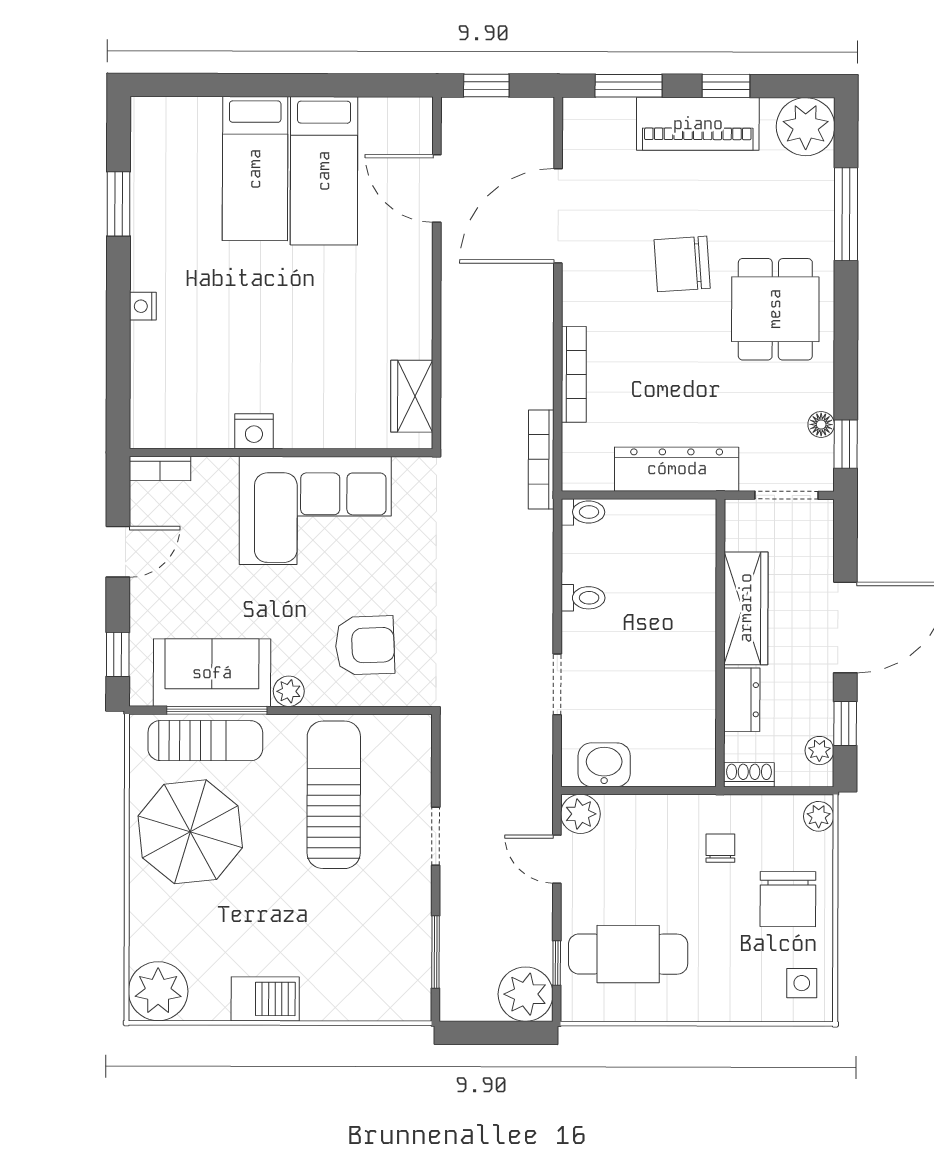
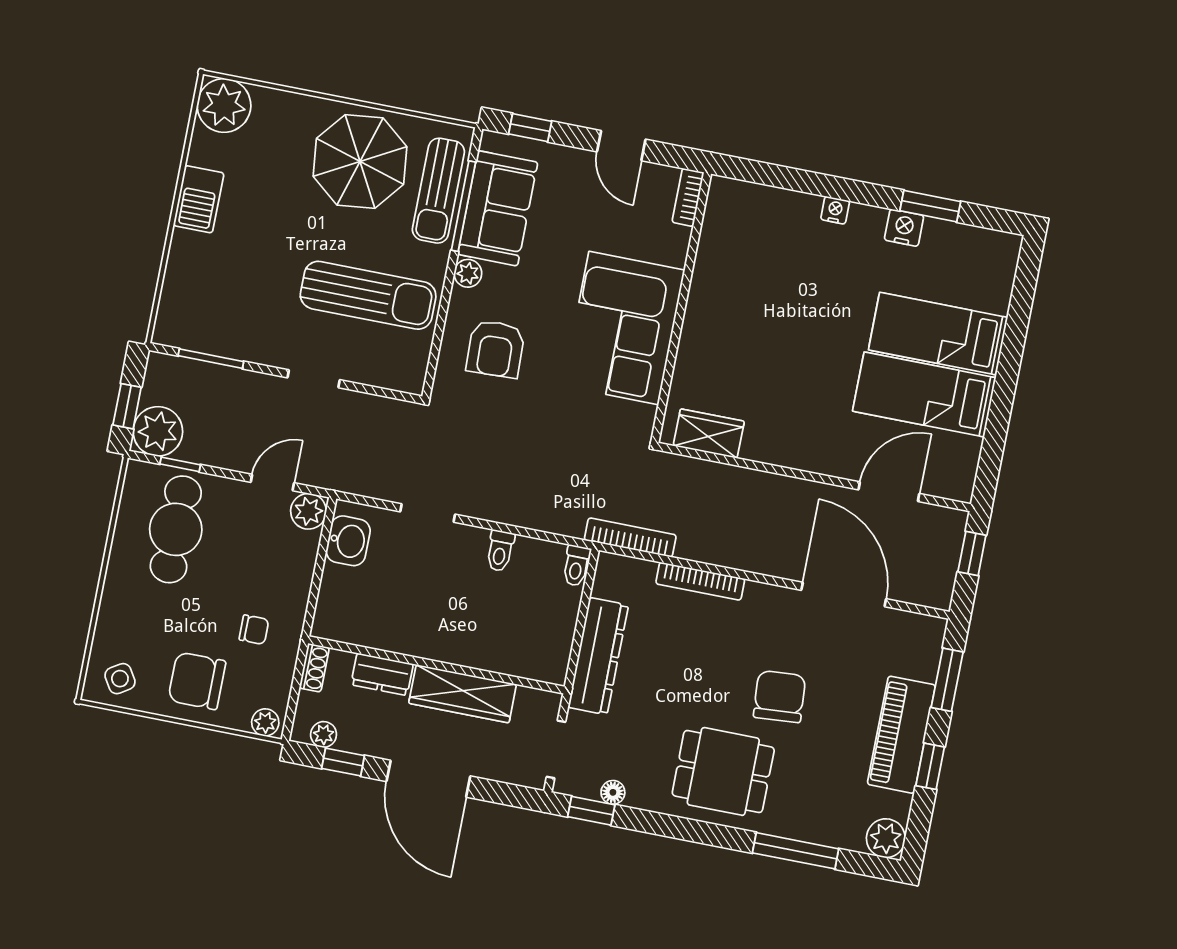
plant: (806, 127) -> (886, 838), width x0.73, depth x0.73
nightstand: (254, 431) -> (904, 228), moved, turned 90
side table: (802, 983) -> (120, 679), turned -32
window: (505, 1033) -> (127, 406), added

